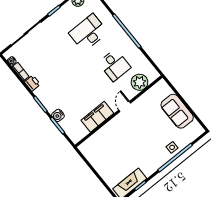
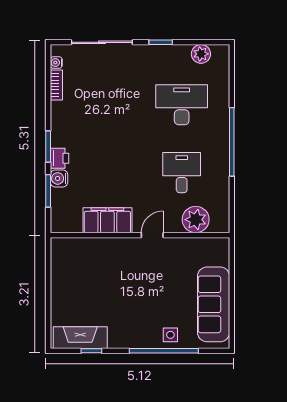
desk: (115, 65) -> (182, 173), turned 180
printer: (32, 83) -> (59, 158), moved
sofa: (177, 111) -> (214, 304), width x1.36

